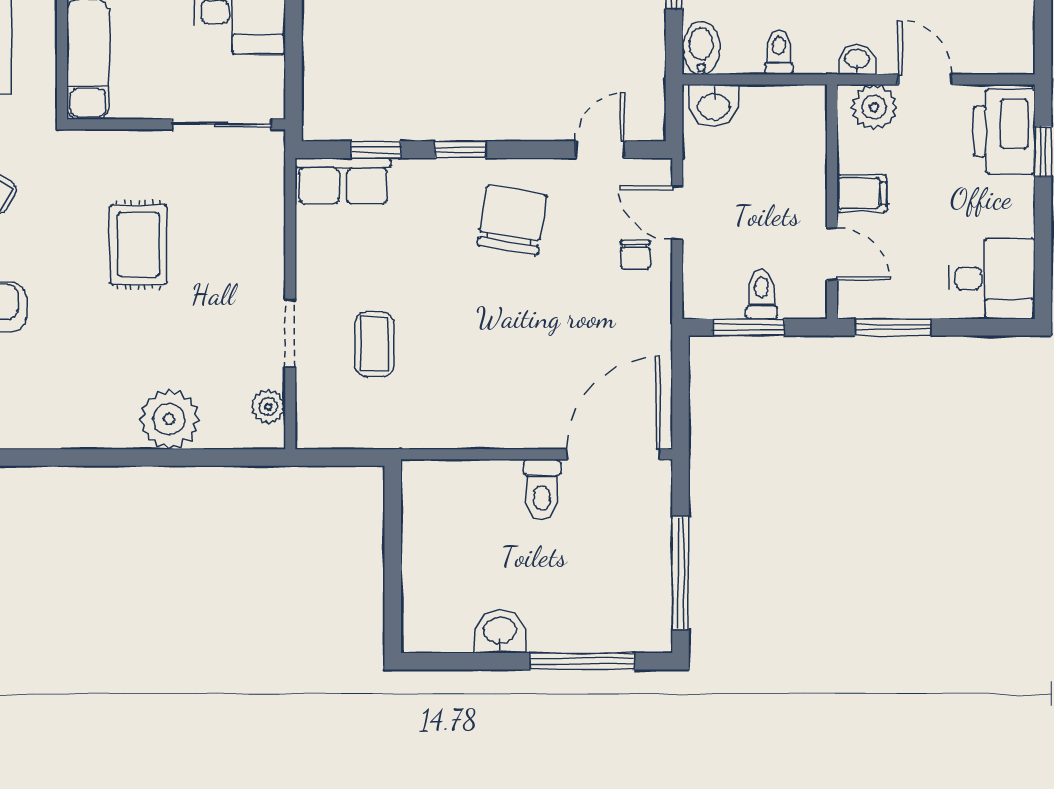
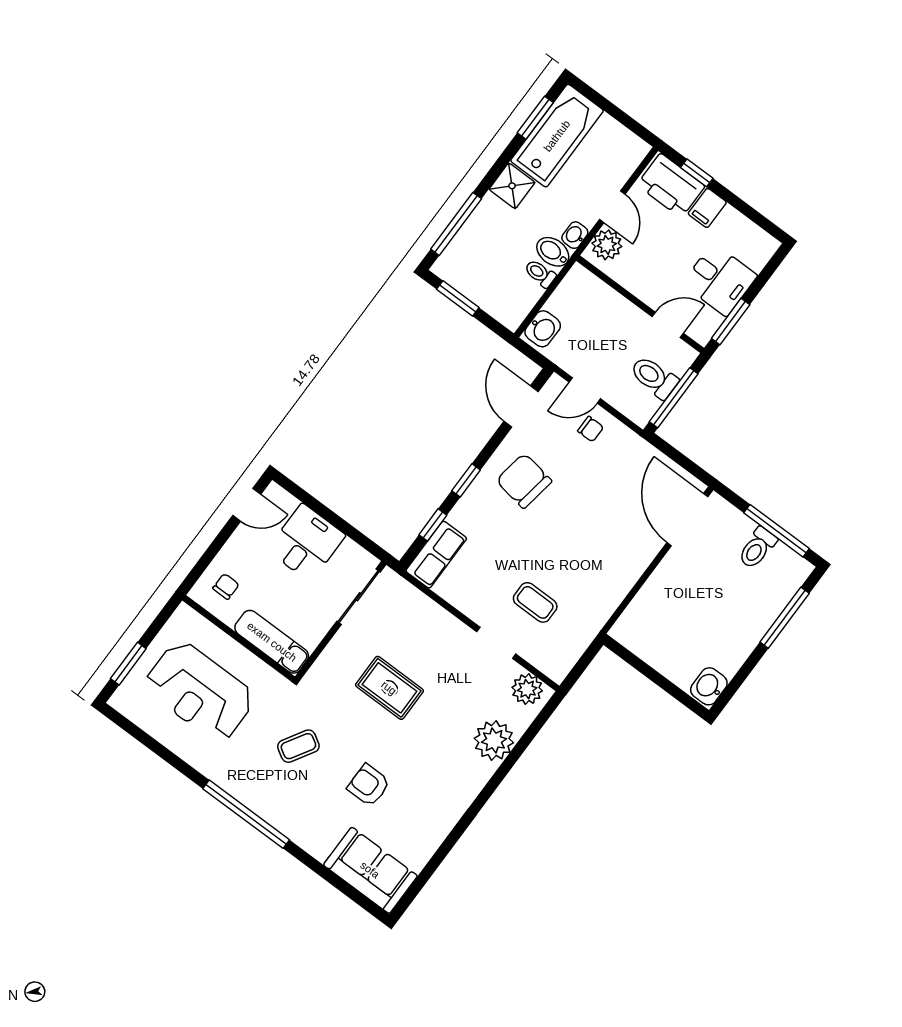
bidet: (701, 48) -> (553, 252), moved
door: (925, 80) -> (612, 207), swing flipped
door: (600, 150) -> (521, 406), width x1.38
filing cabinet: (862, 193) -> (707, 208), moved, turned 180
desk: (992, 278) -> (720, 280), moved, turned 90
toilet: (762, 294) -> (654, 377), width x1.37, depth x1.39
window: (749, 327) -> (674, 398), width x1.44
plant: (268, 407) -> (527, 689), width x1.38, depth x1.38
toilet: (542, 490) -> (757, 548), moved, turned 90
washbasin: (500, 632) -> (709, 686), moved

